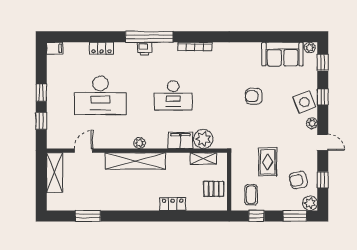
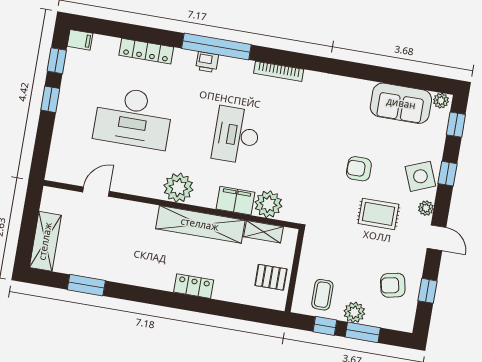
locker: (101, 48) -> (146, 51), width x1.53
desk: (173, 95) -> (236, 135), turned 90
armchair: (254, 96) -> (359, 169), moved
window: (41, 121) -> (57, 61), moved
plant: (140, 143) -> (178, 188), width x1.88, depth x1.88
shelving: (135, 161) -> (200, 224), moved
rug: (268, 162) -> (378, 214), moved, turned 90
shelving: (55, 173) -> (45, 241), moved
plant: (310, 203) -> (354, 312), moved
locker: (173, 204) -> (194, 286), moved
window: (295, 216) -> (363, 332), moved

